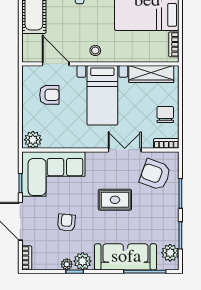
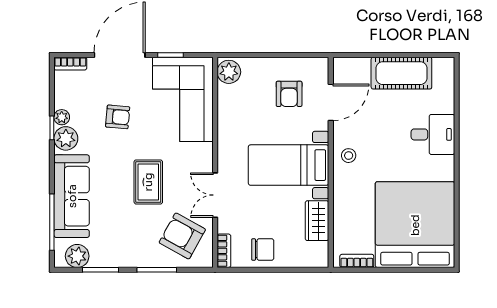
wardrobe: (151, 74) -> (317, 221), width x0.67
double door: (125, 150) -> (215, 195), swing flipped
armchair: (155, 174) -> (182, 236), turned -81

